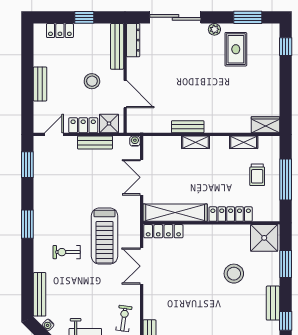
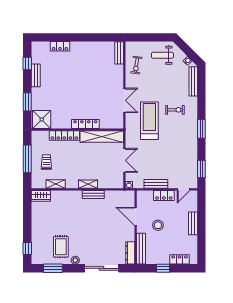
shower: (109, 123) -> (146, 197), removed
locker: (163, 231) -> (85, 124), moved
stool: (234, 274) -> (62, 95), removed

